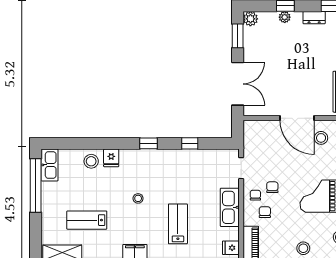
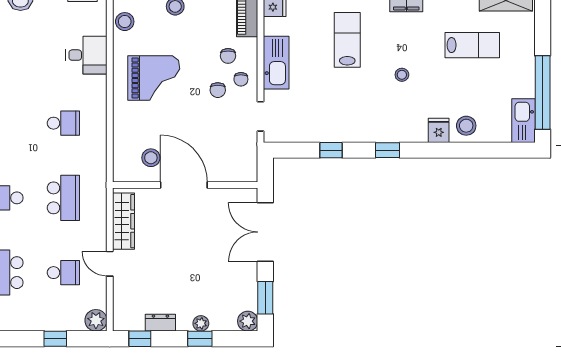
lab bench: (178, 224) -> (347, 40), turned 180

